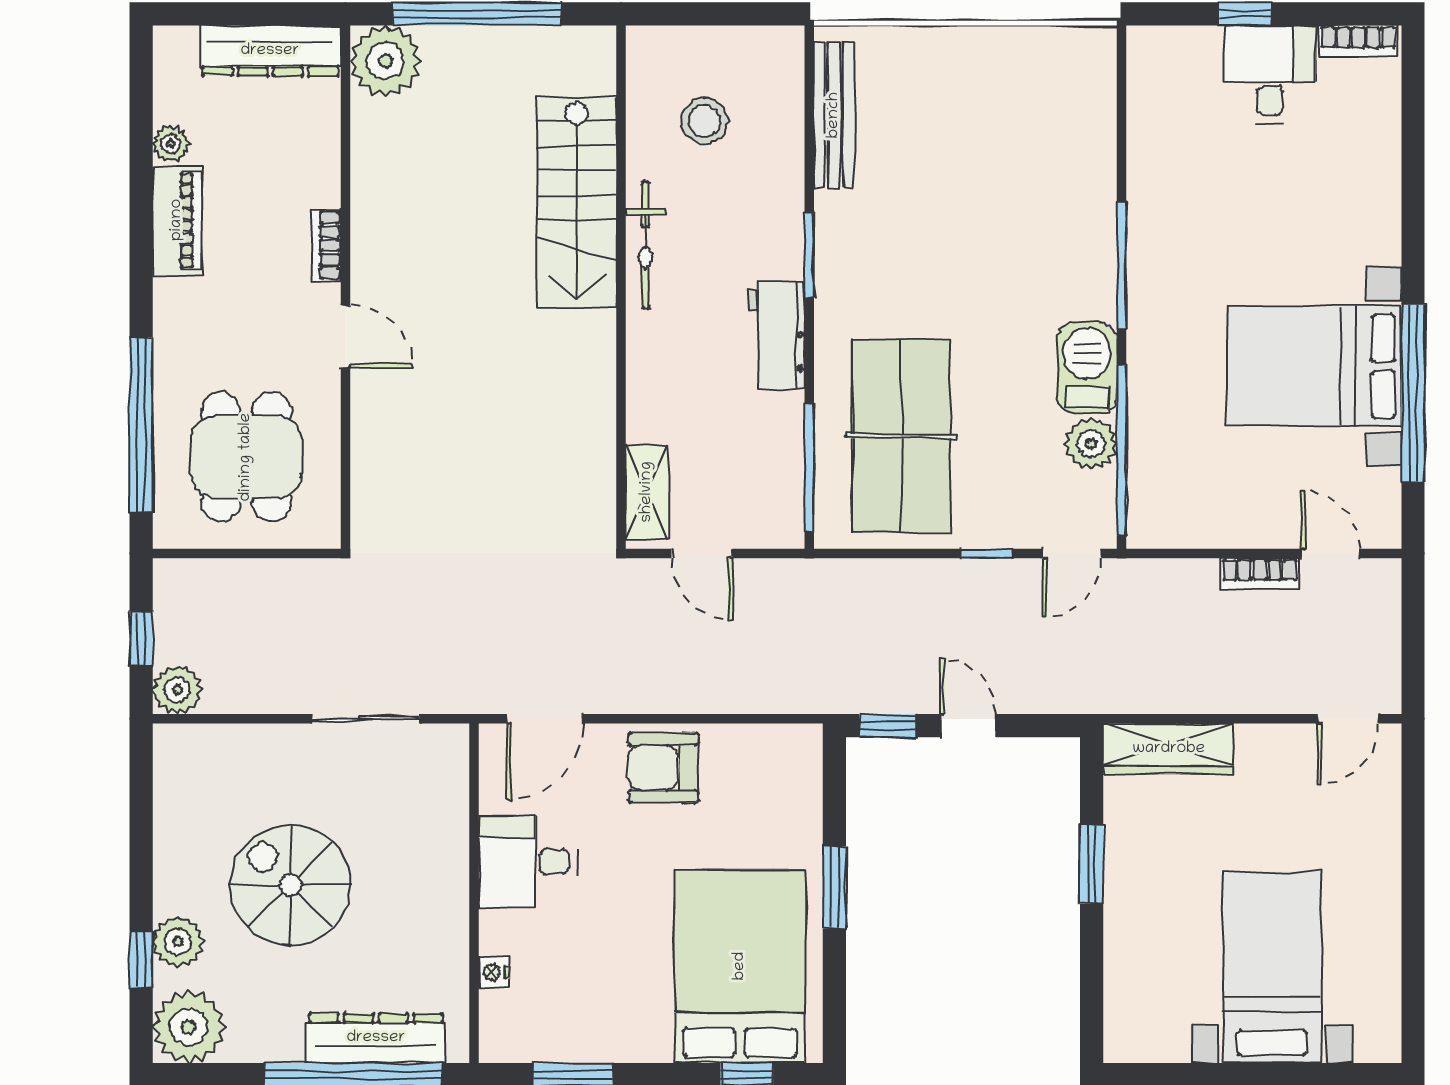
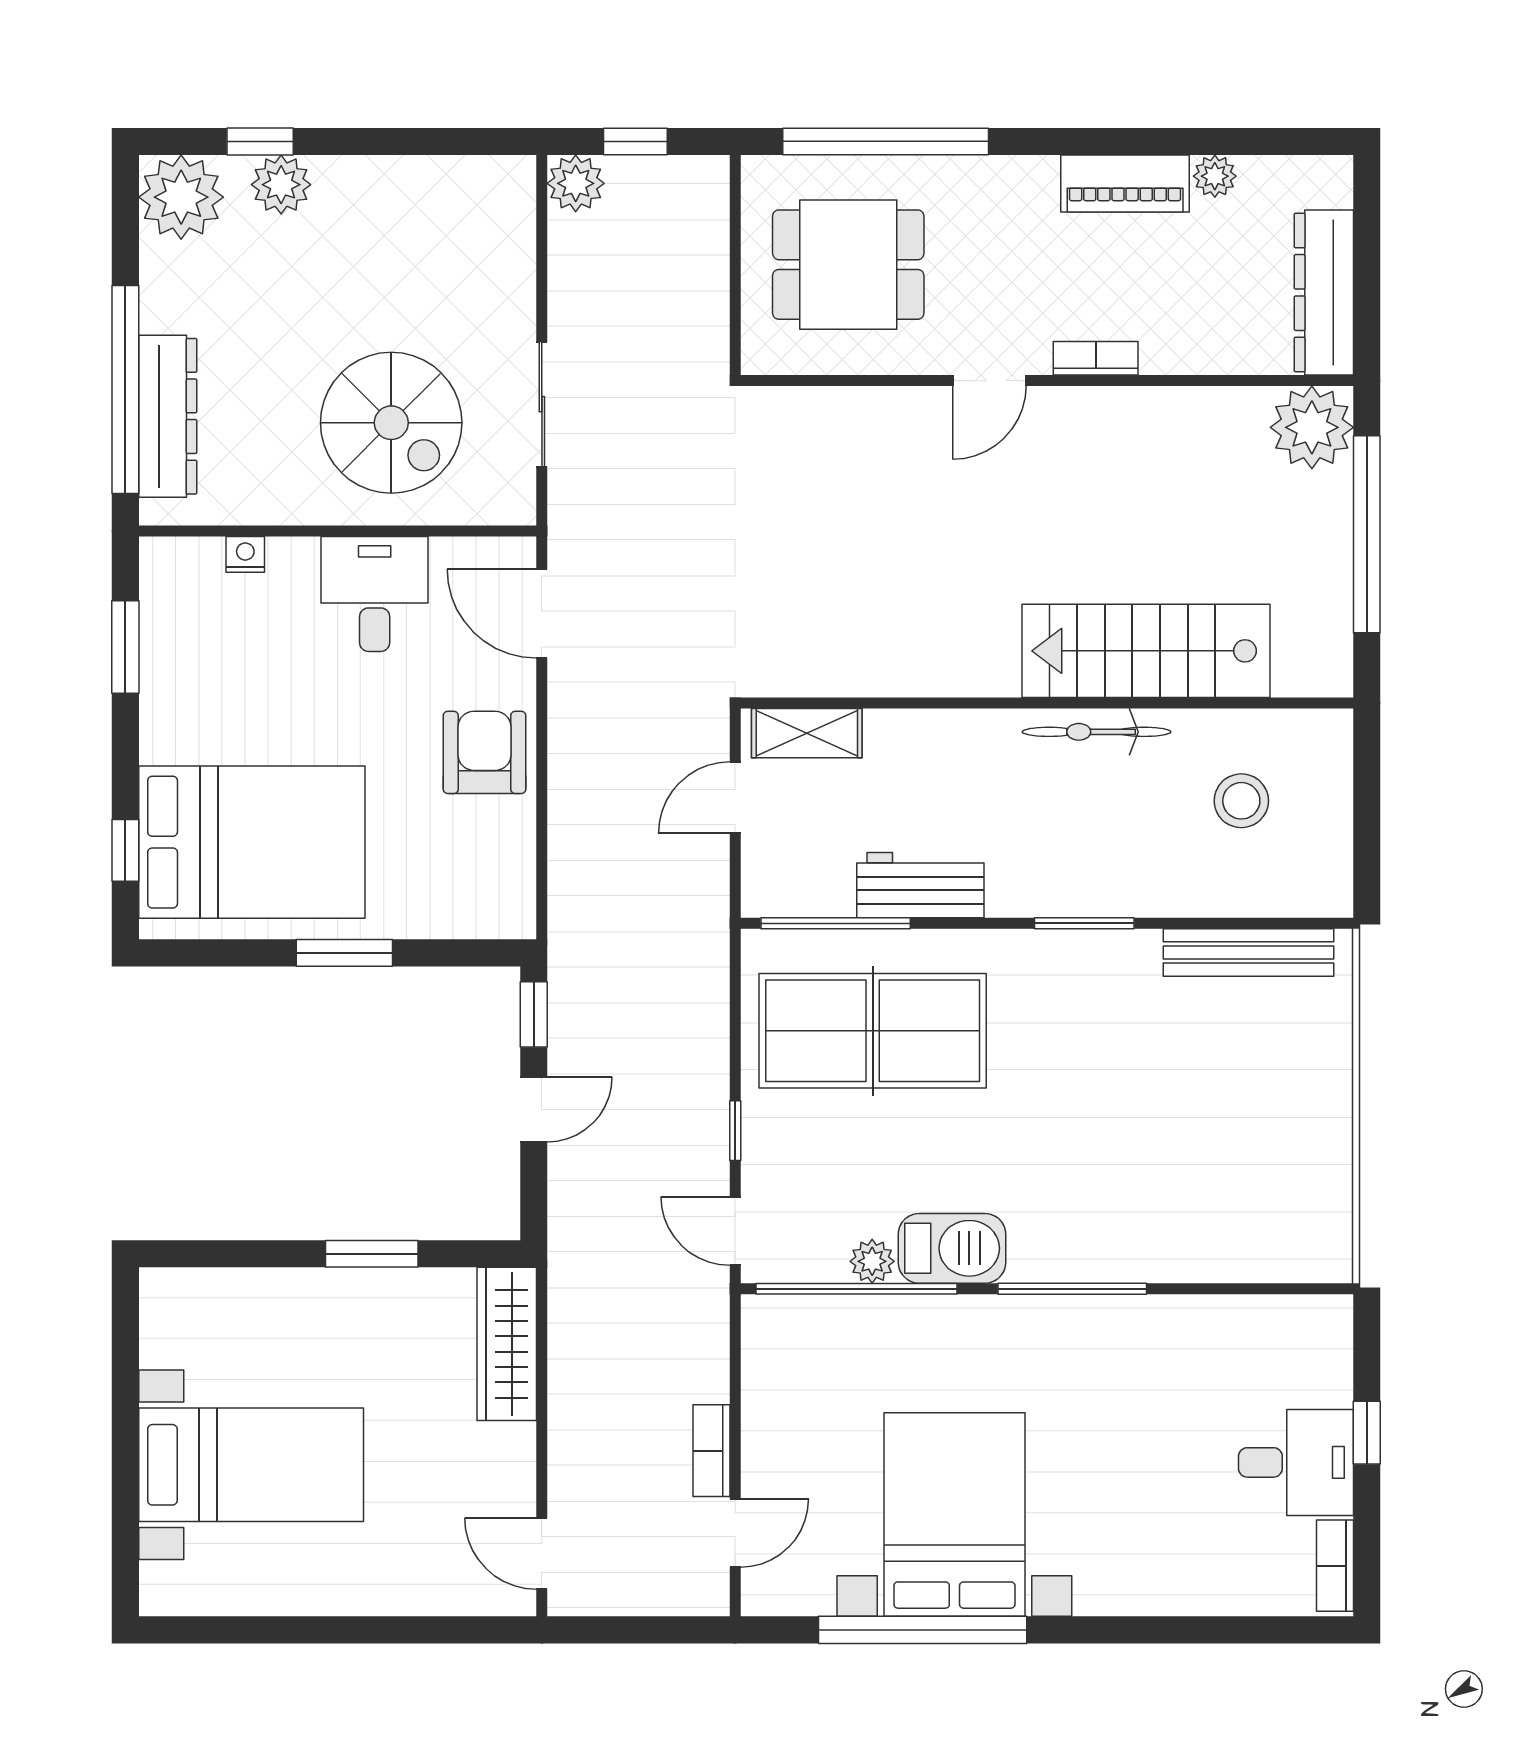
workbench: (777, 335) -> (920, 885), moved
plant: (1091, 444) -> (872, 1261), width x0.73, depth x0.73
spiral stairs: (290, 885) -> (391, 423), moved, turned 90

